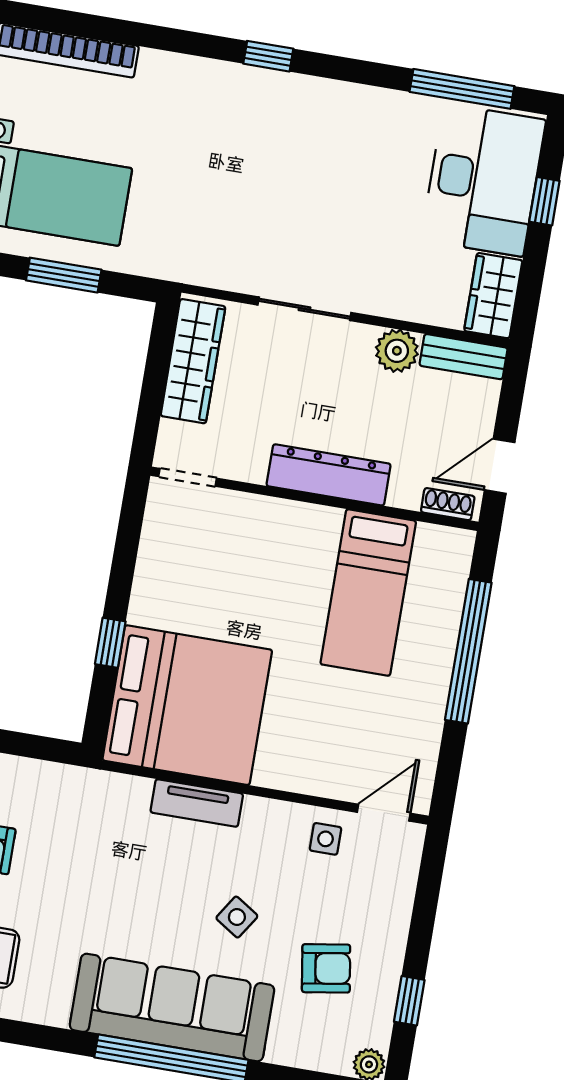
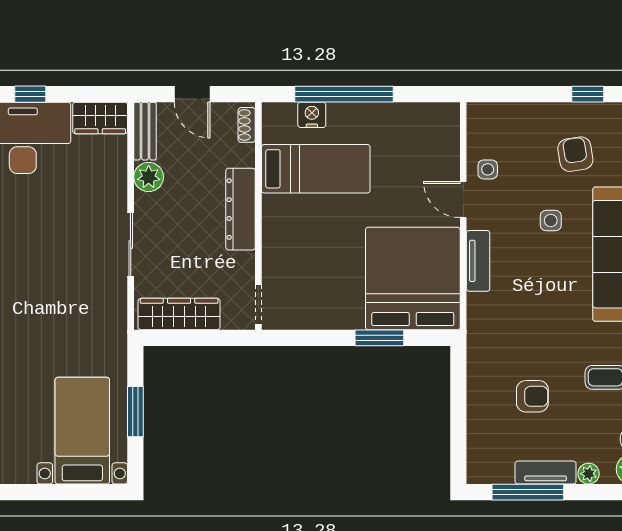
door: (500, 466) -> (192, 94), moved
nightstand: (446, 600) -> (312, 115), added
window: (110, 643) -> (379, 338), width x1.50
door: (384, 813) -> (463, 200), moved
side table: (237, 917) -> (551, 221), turned -33

